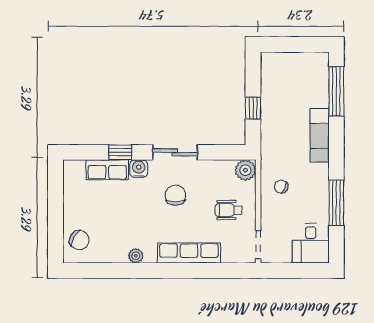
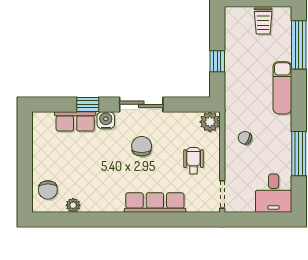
trolley: (300, 67) -> (263, 21), added
wheelchair: (229, 210) -> (193, 161), turned 90
chair: (79, 240) -> (48, 190), turned 62
plant: (136, 256) -> (73, 205), moved

